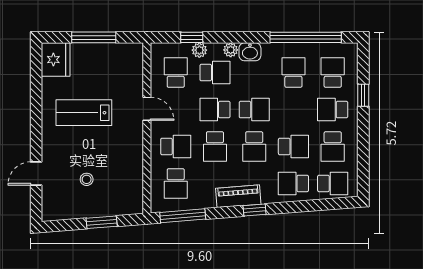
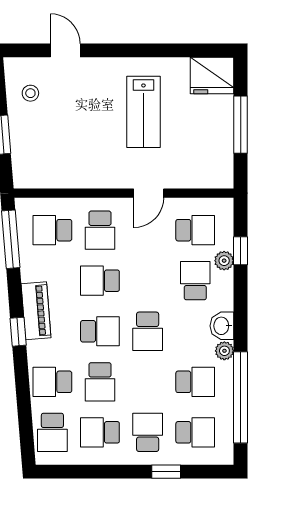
plant: (231, 50) -> (224, 351), moved
school desk: (215, 73) -> (195, 281), turned 180
school desk: (215, 110) -> (148, 281), removed
lab bench: (84, 113) -> (143, 112), turned 180
school desk: (254, 146) -> (100, 331), turned 180
stool: (87, 179) -> (30, 93), moved
school desk: (293, 183) -> (52, 382), turned -90

